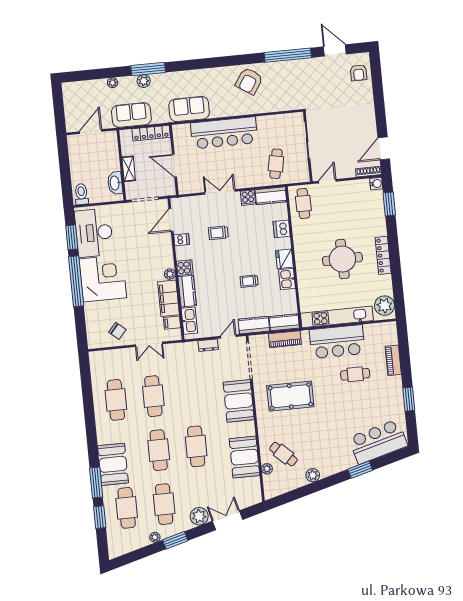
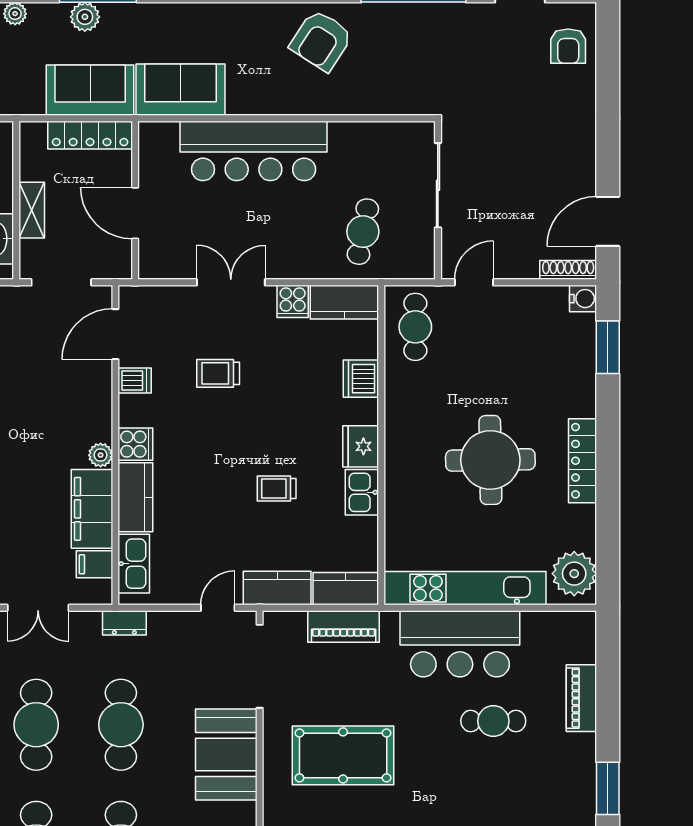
sofa: (131, 115) -> (90, 90), moved
dresser: (208, 345) -> (124, 623), moved
cafe table: (191, 392) -> (121, 725), added

